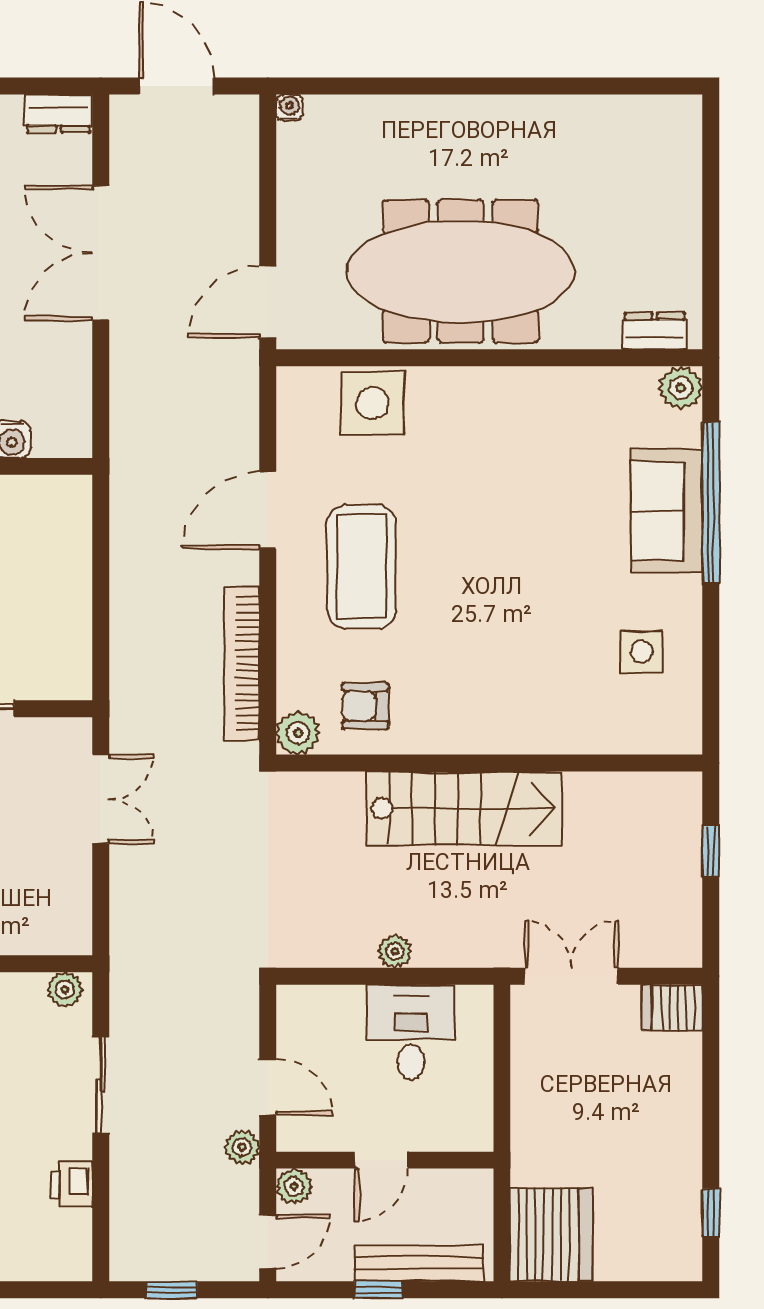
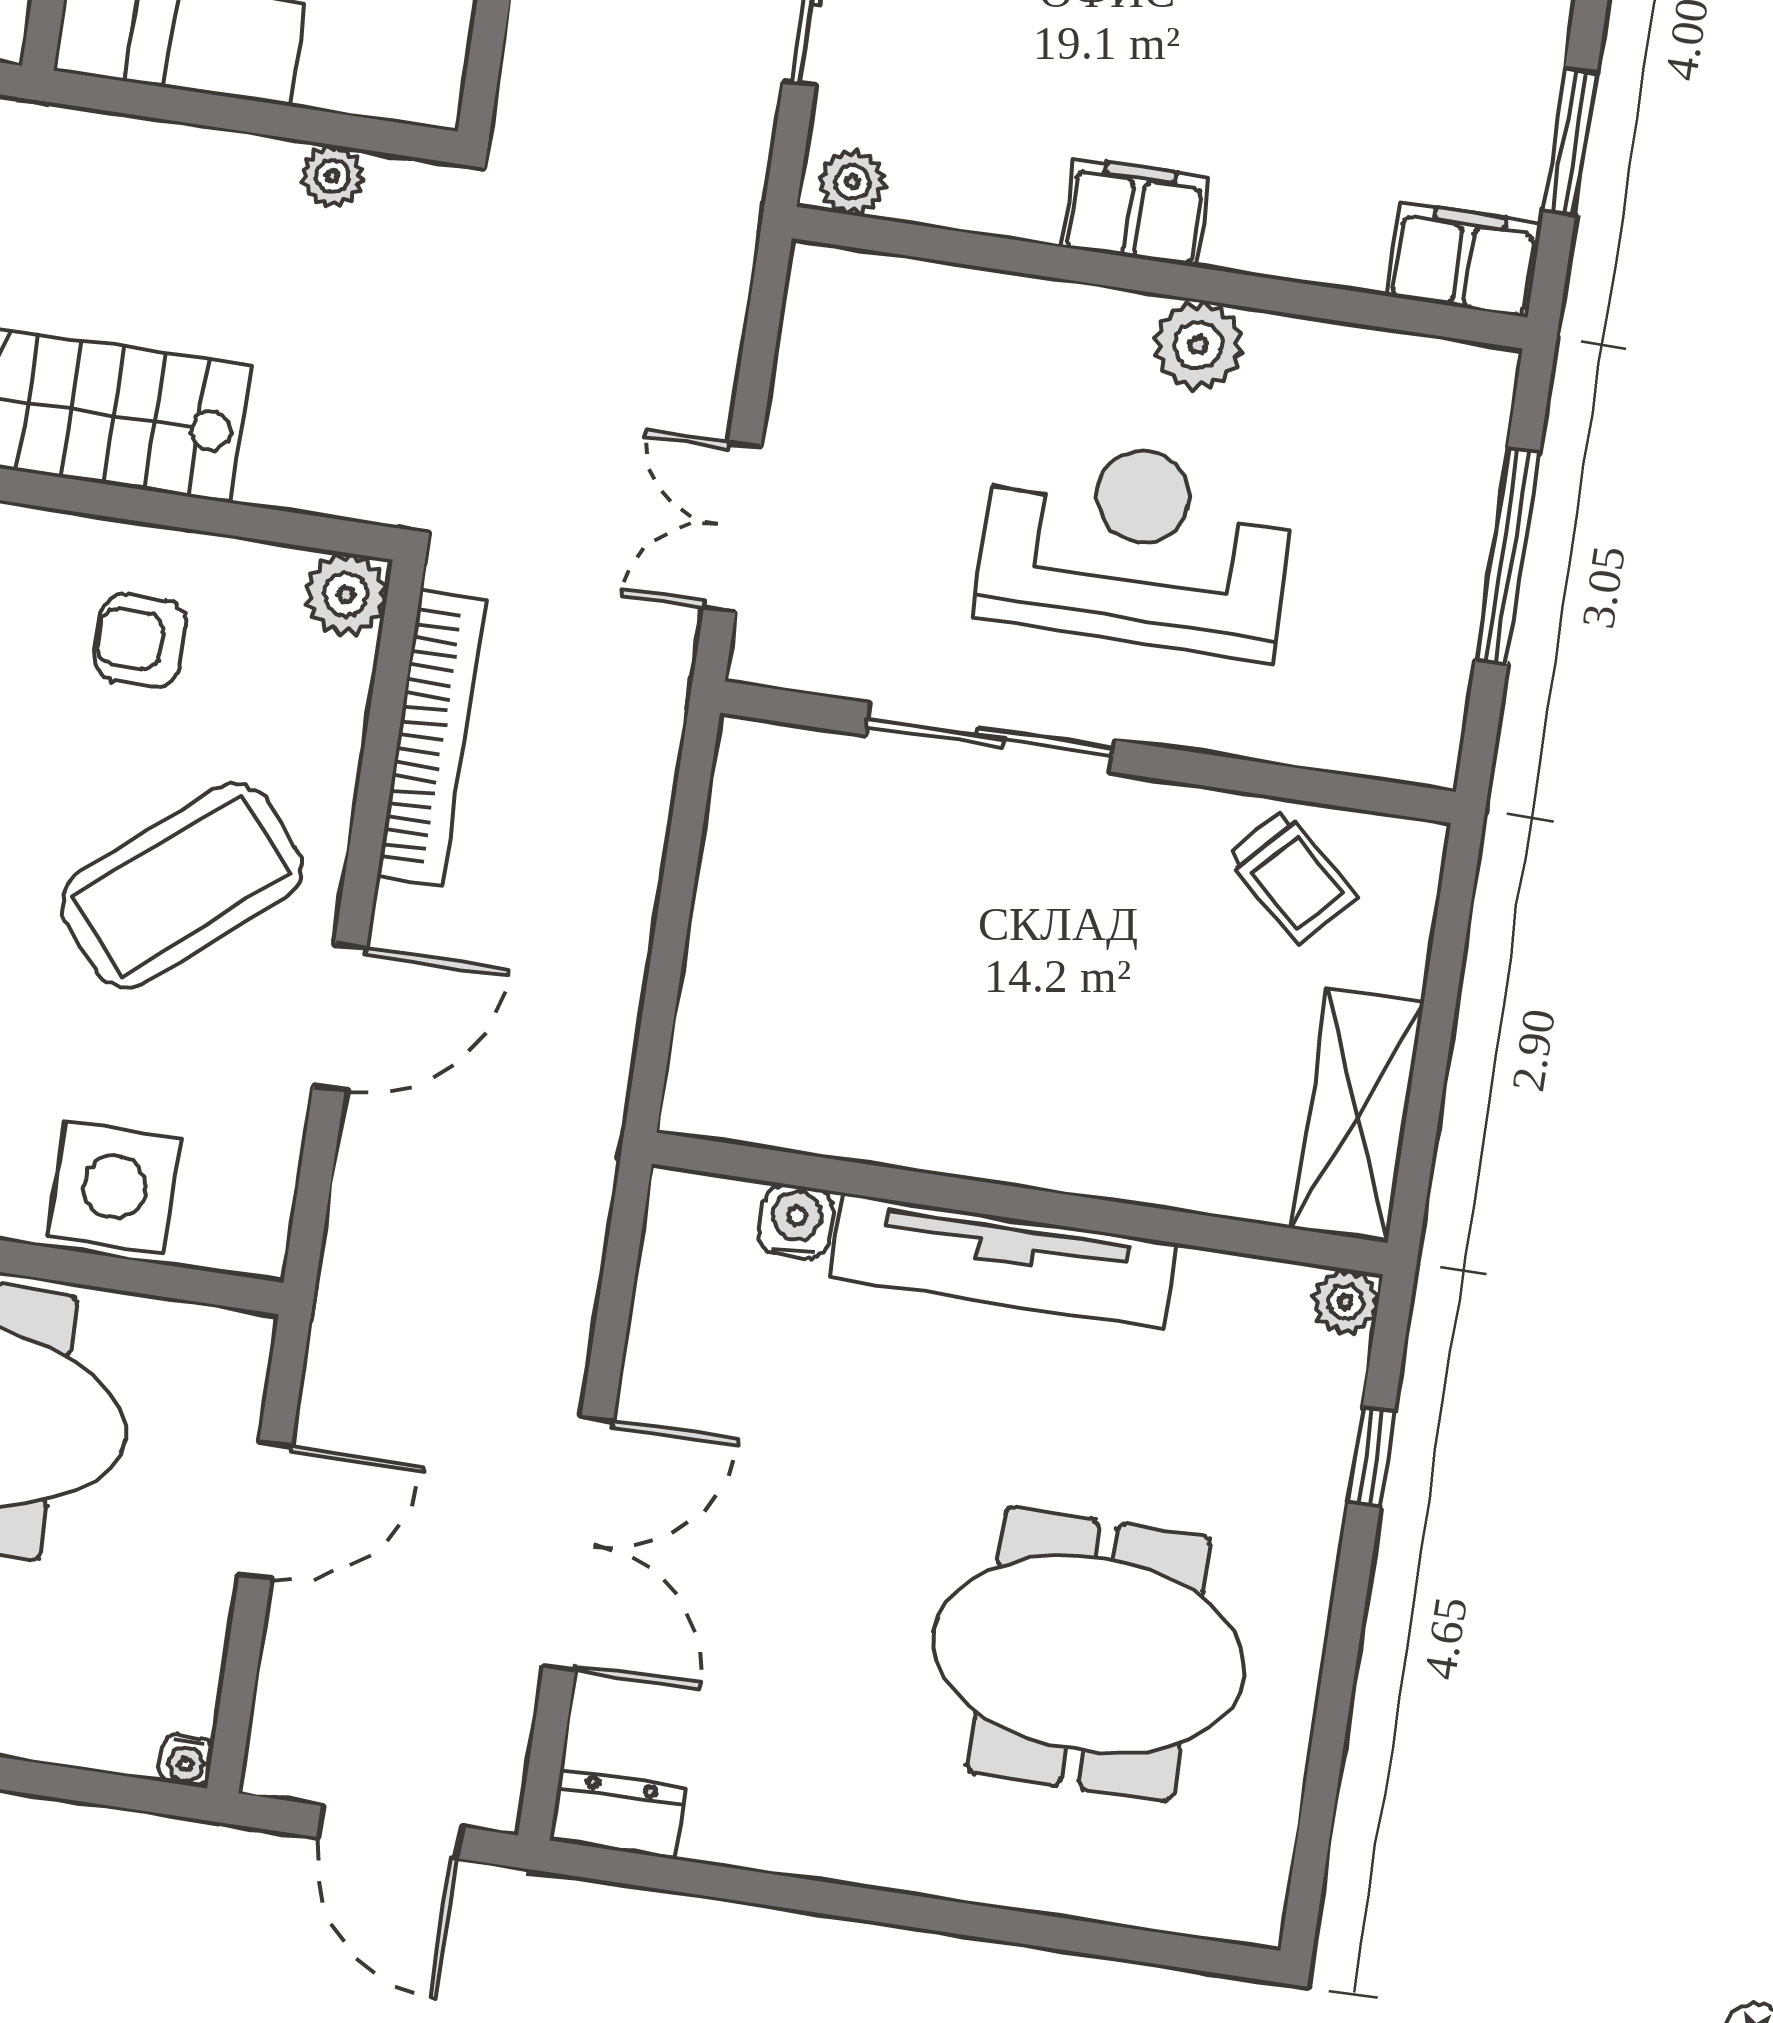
door: (268, 302) -> (265, 1510), moved
coffee table: (361, 567) -> (182, 886), turned 50
armchair: (365, 706) -> (140, 640), moved, turned 180
plant: (395, 951) -> (333, 176), moved

